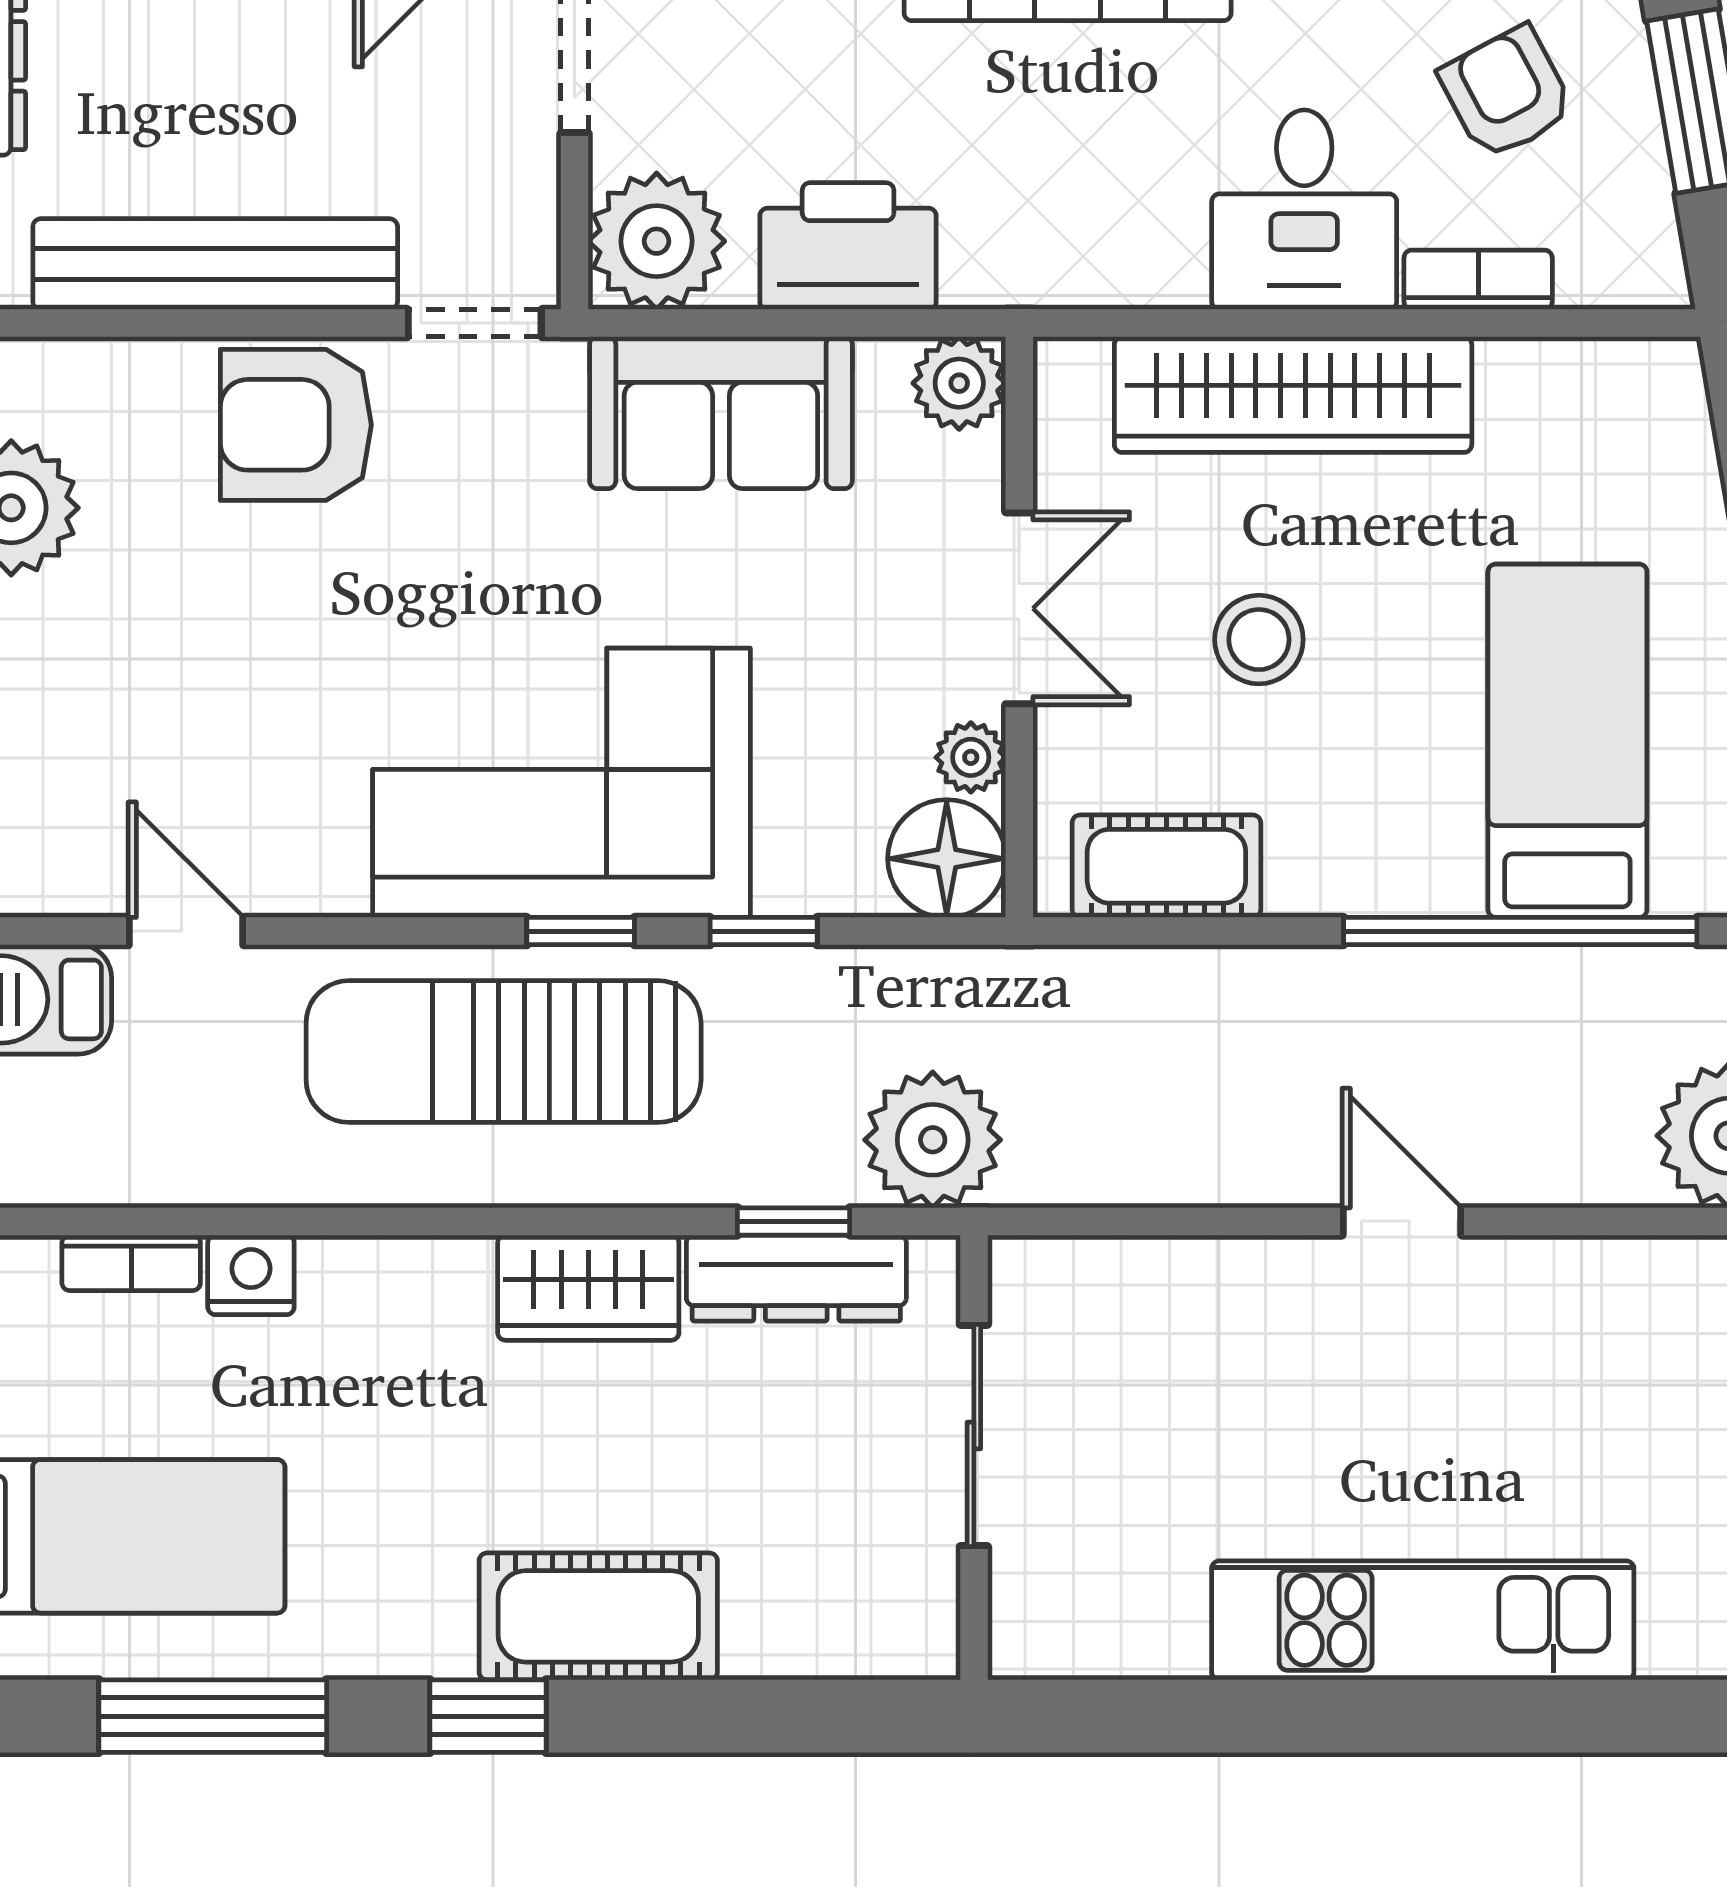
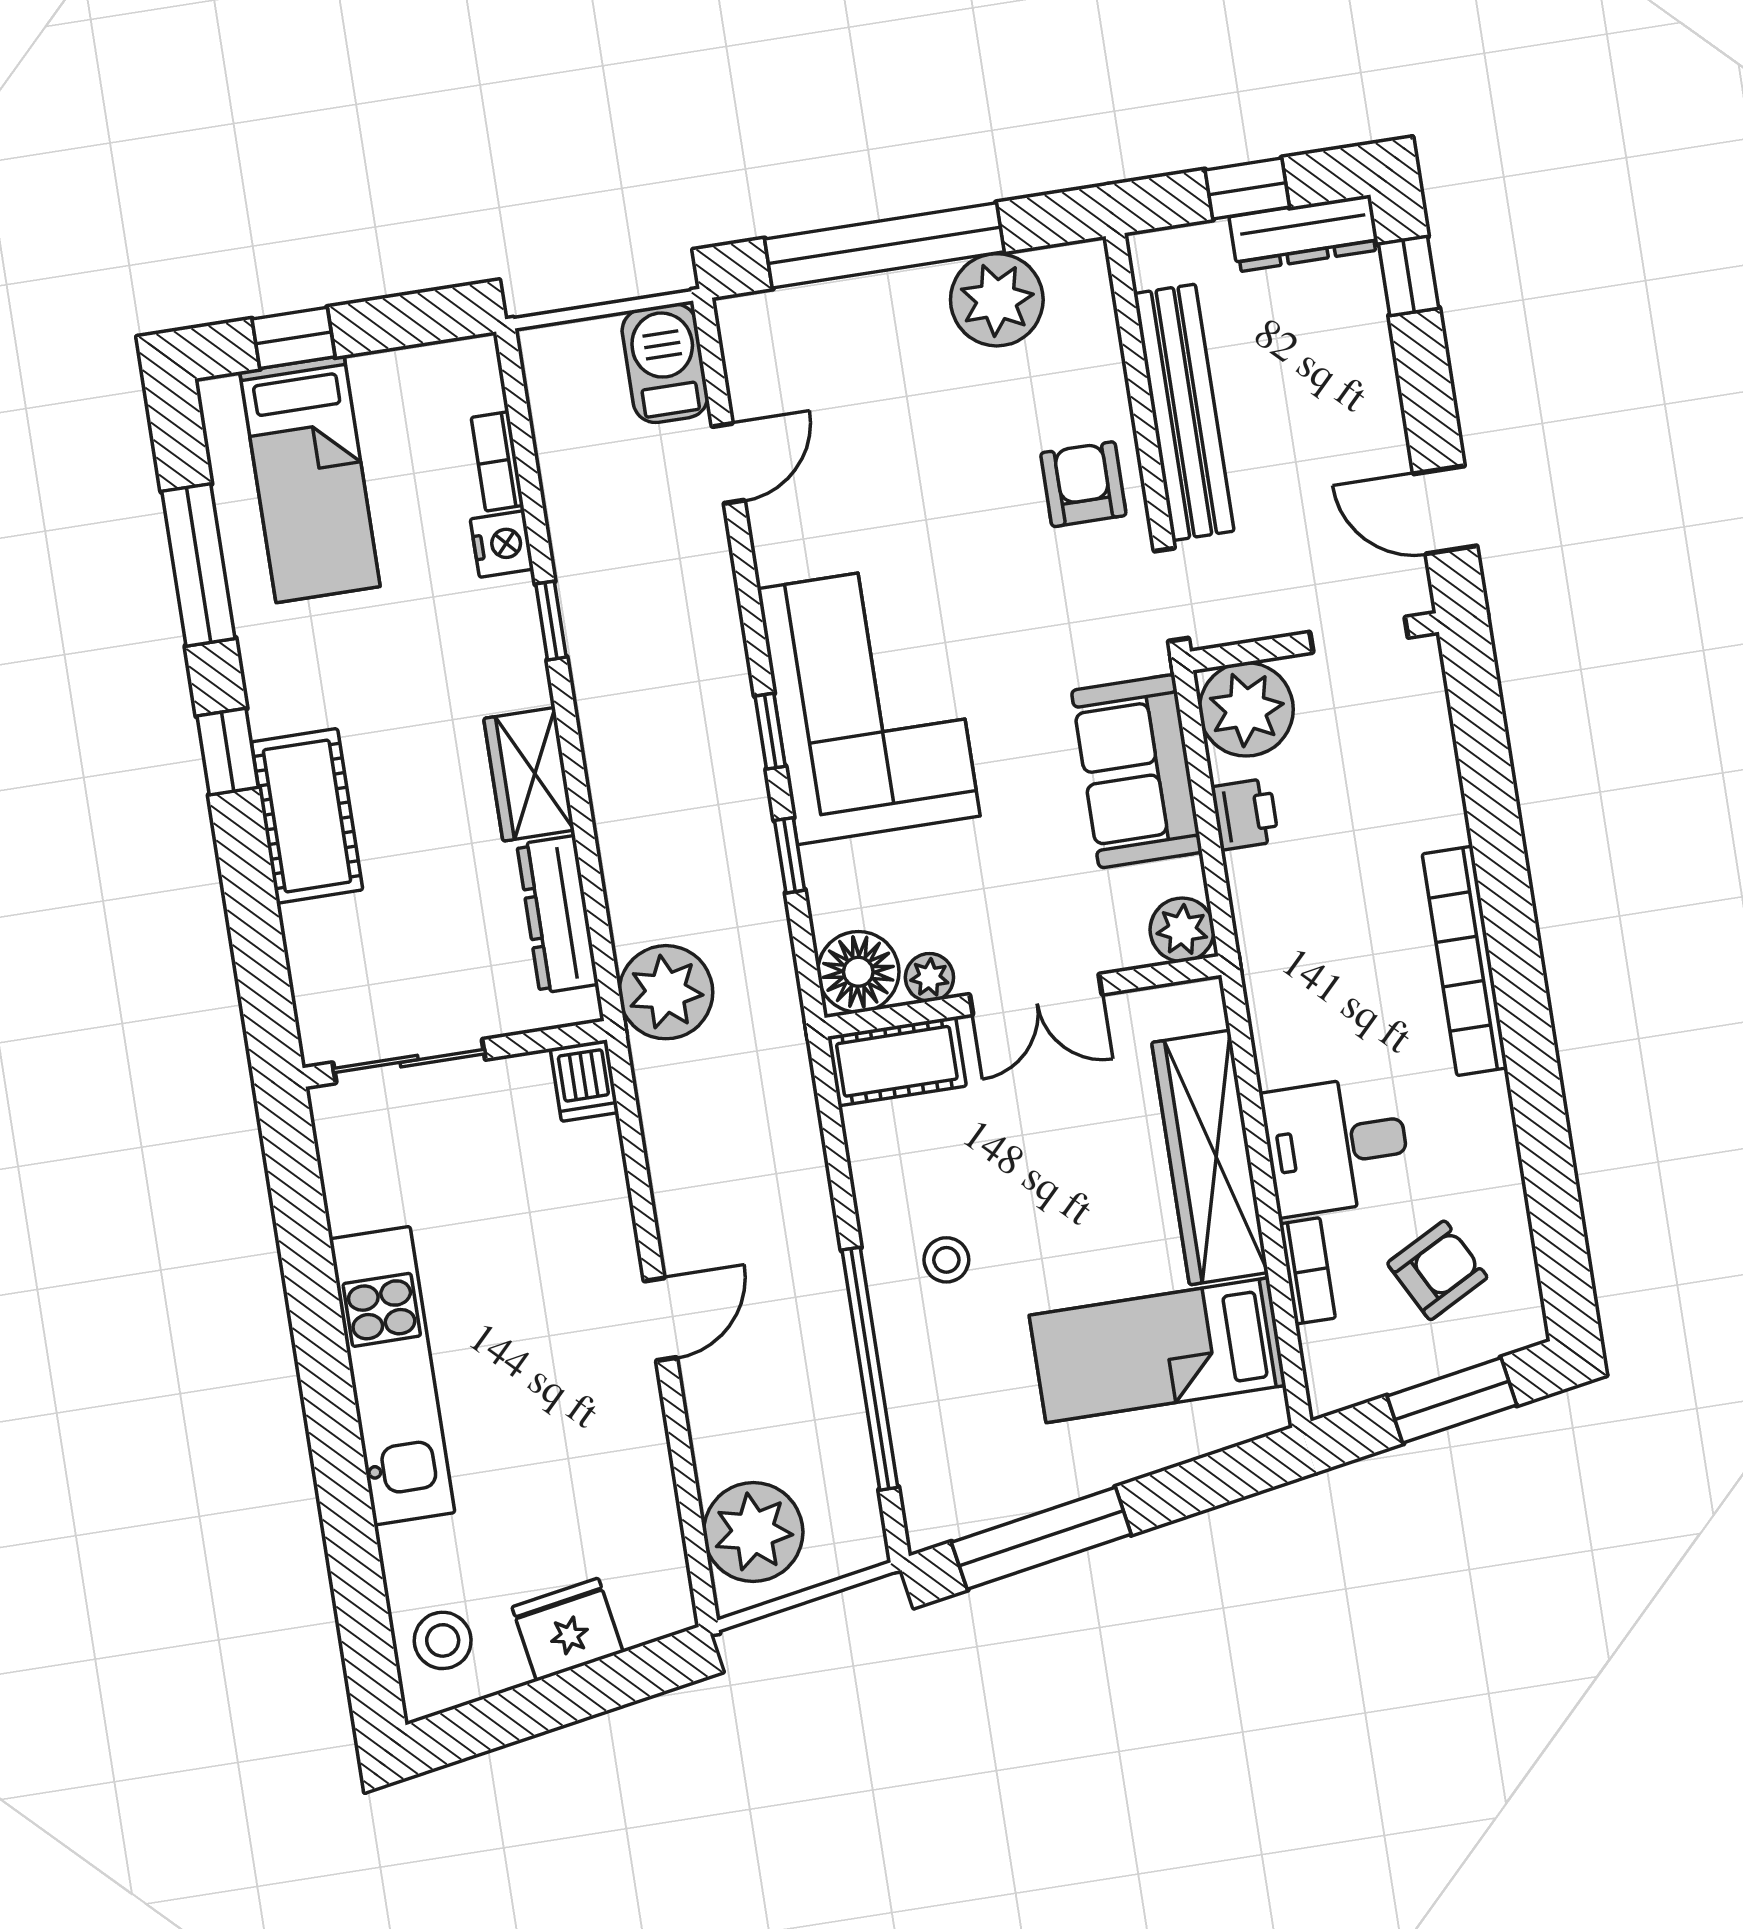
printer: (848, 246) -> (1245, 814), width x0.53, depth x0.68
armchair: (296, 425) -> (1083, 484), width x0.72, depth x0.72
stool: (1259, 640) -> (946, 1260), moved, width x0.73, depth x0.73
bed: (1567, 741) -> (1157, 1350), moved, turned 180
cot: (1166, 866) -> (897, 1061), moved, turned 90
sun lounger: (504, 1052) -> (680, 692), removed
window: (794, 1221) -> (551, 621), moved
dishwasher: (1041, 1277) -> (584, 1081), added
sliding door: (974, 1435) -> (409, 1061), moved

